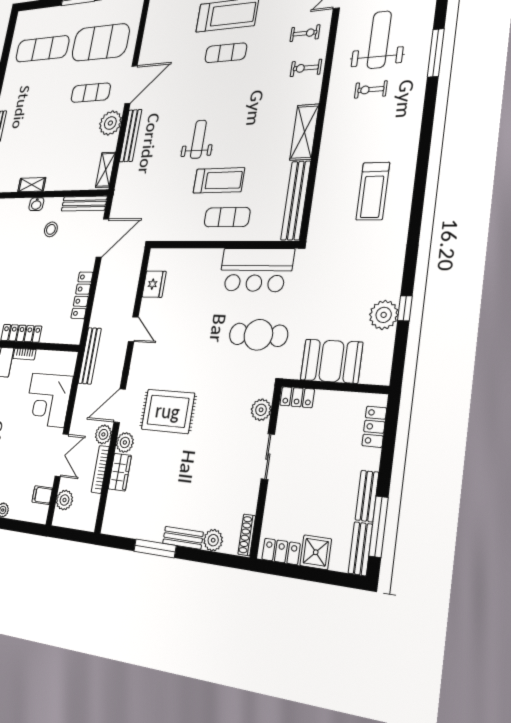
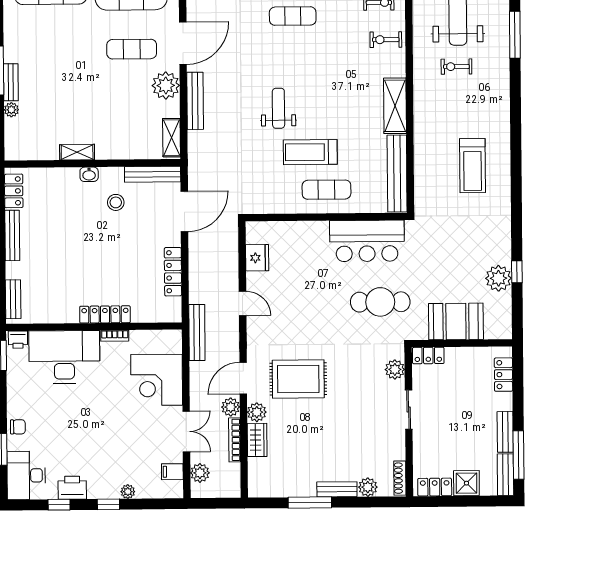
treadmill: (219, 180) -> (310, 152), turned 180

